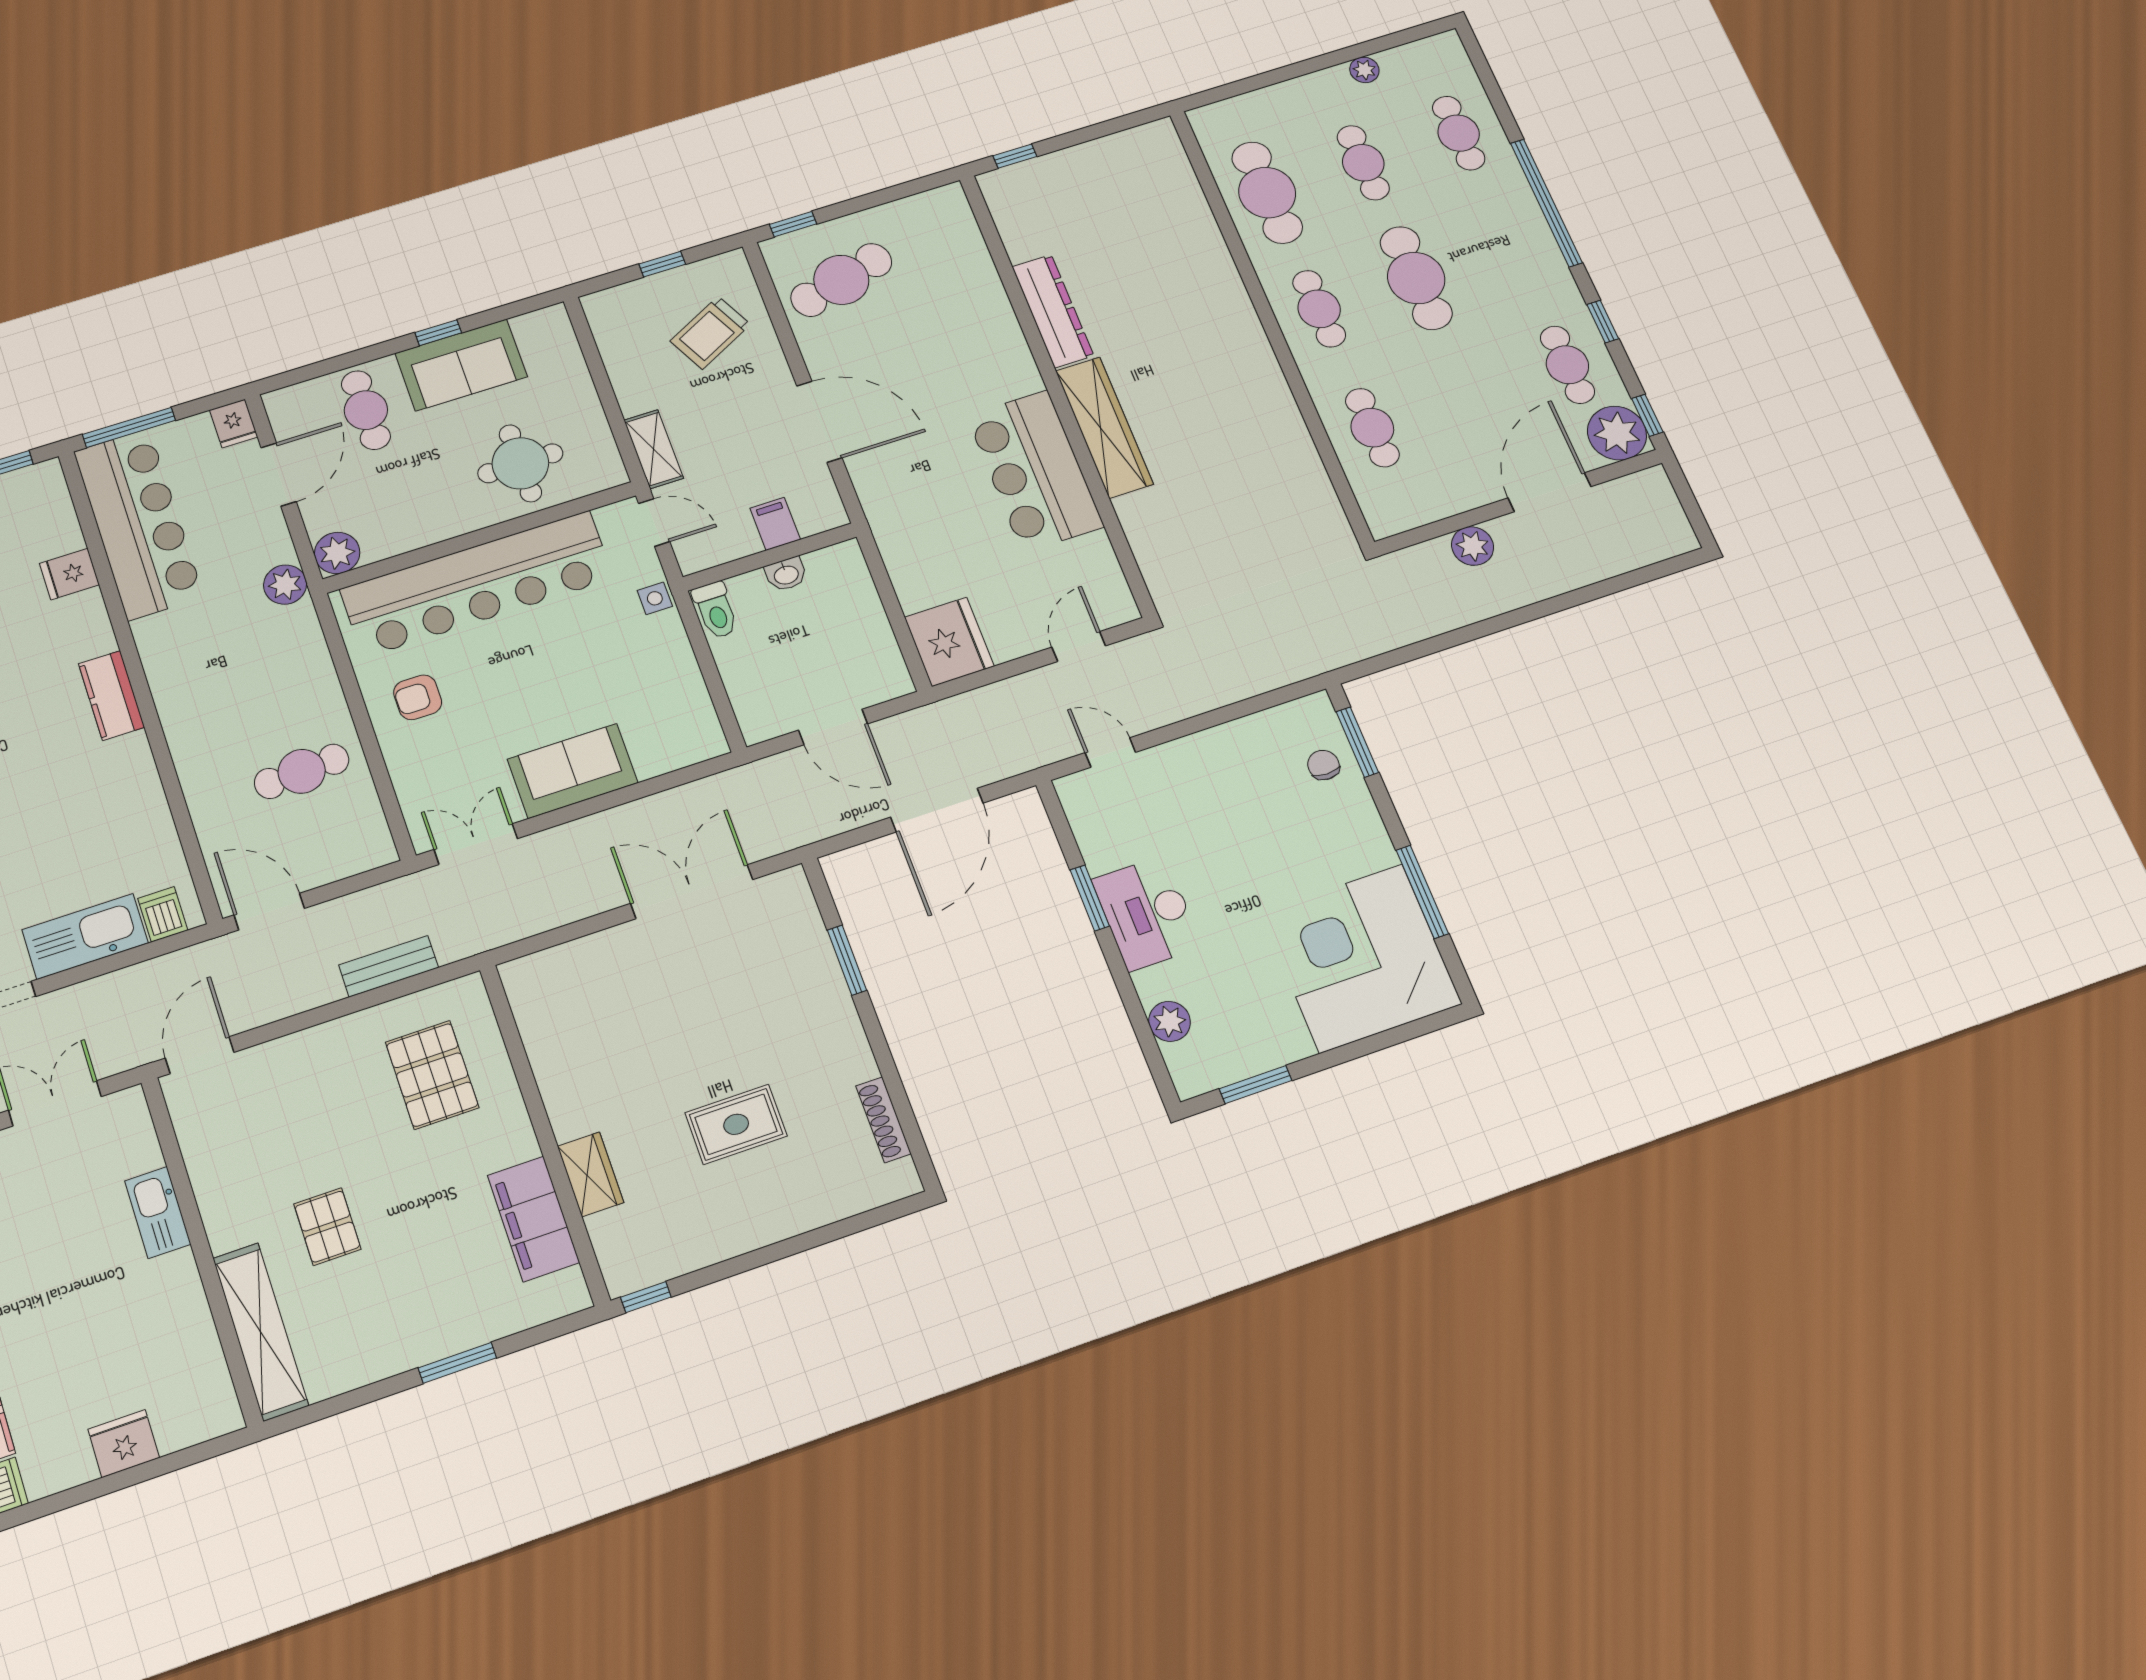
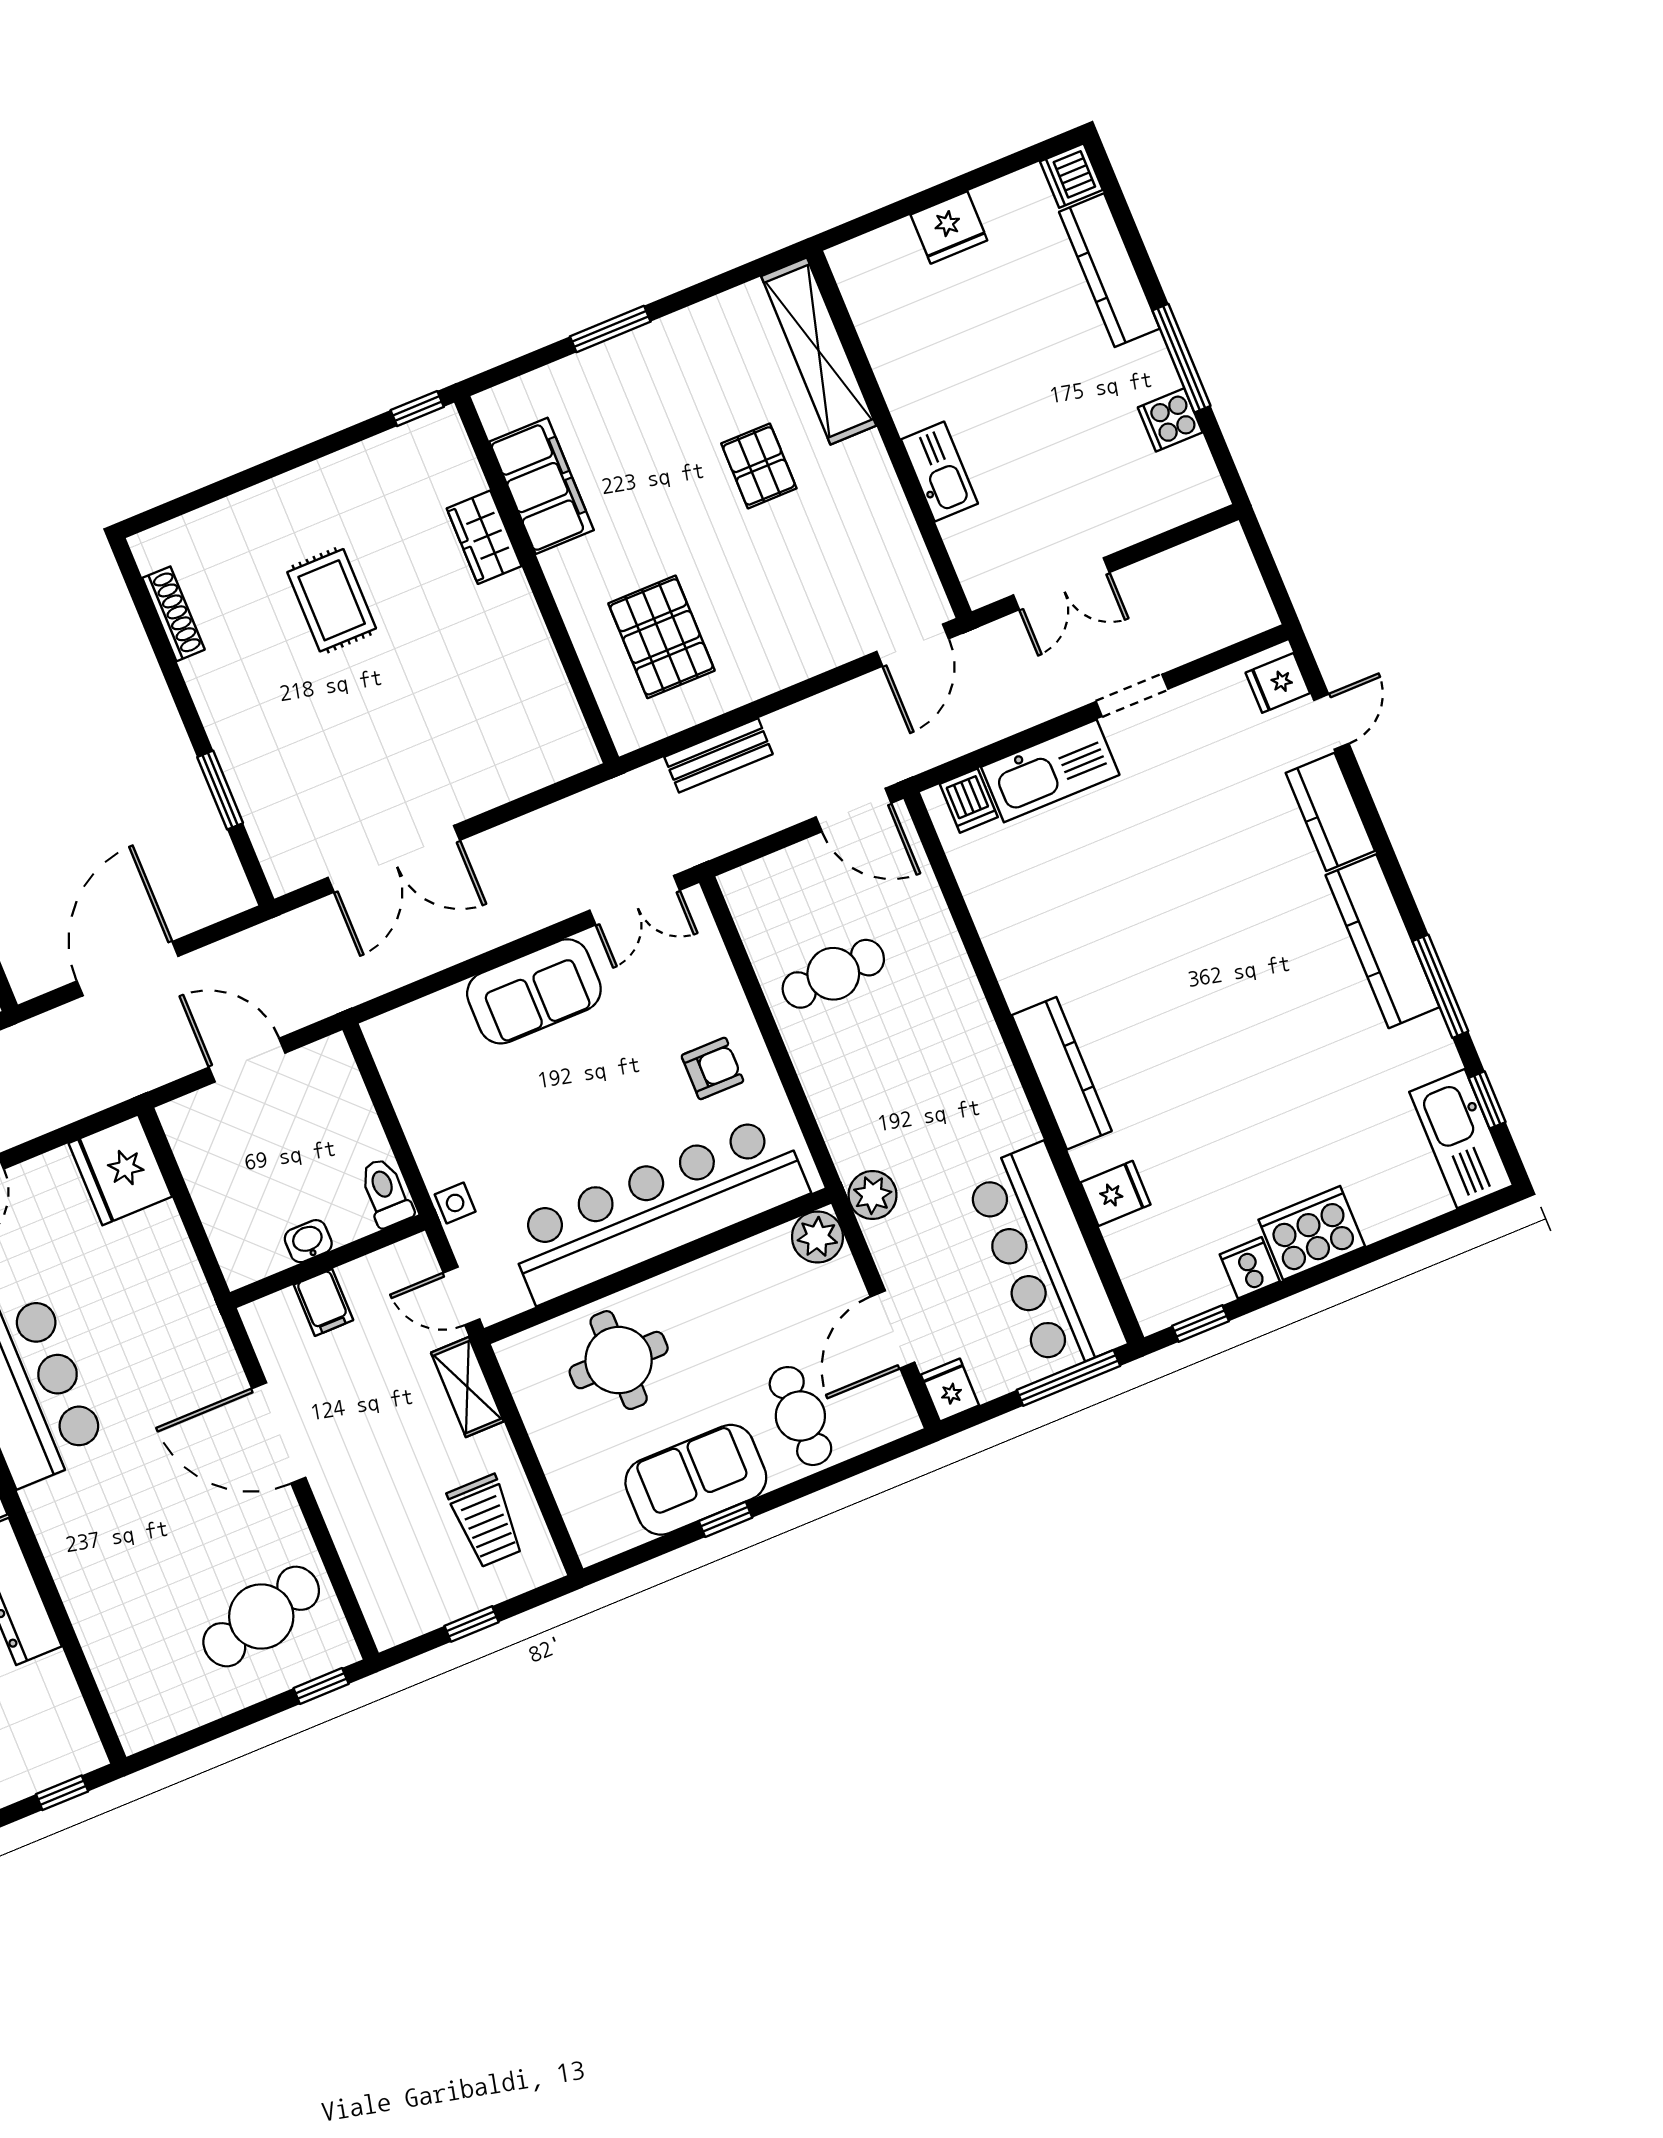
trolley: (710, 333) -> (486, 1521), moved, turned 117
kitchen counter: (111, 696) -> (1062, 1073), width x1.50
rug: (736, 1124) -> (332, 600), turned 90

